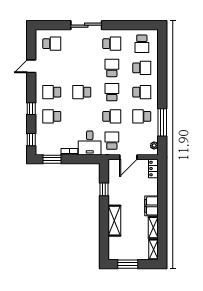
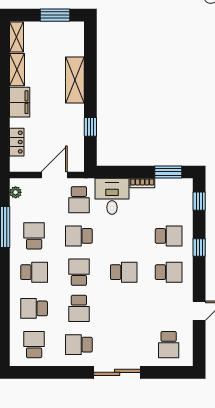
school desk: (52, 44) -> (169, 345), turned -90
school desk: (112, 92) -> (79, 272), turned 180
school desk: (142, 92) -> (34, 272), turned 180
school desk: (142, 116) -> (34, 236), turned -90
locker: (153, 169) -> (17, 142), moved

